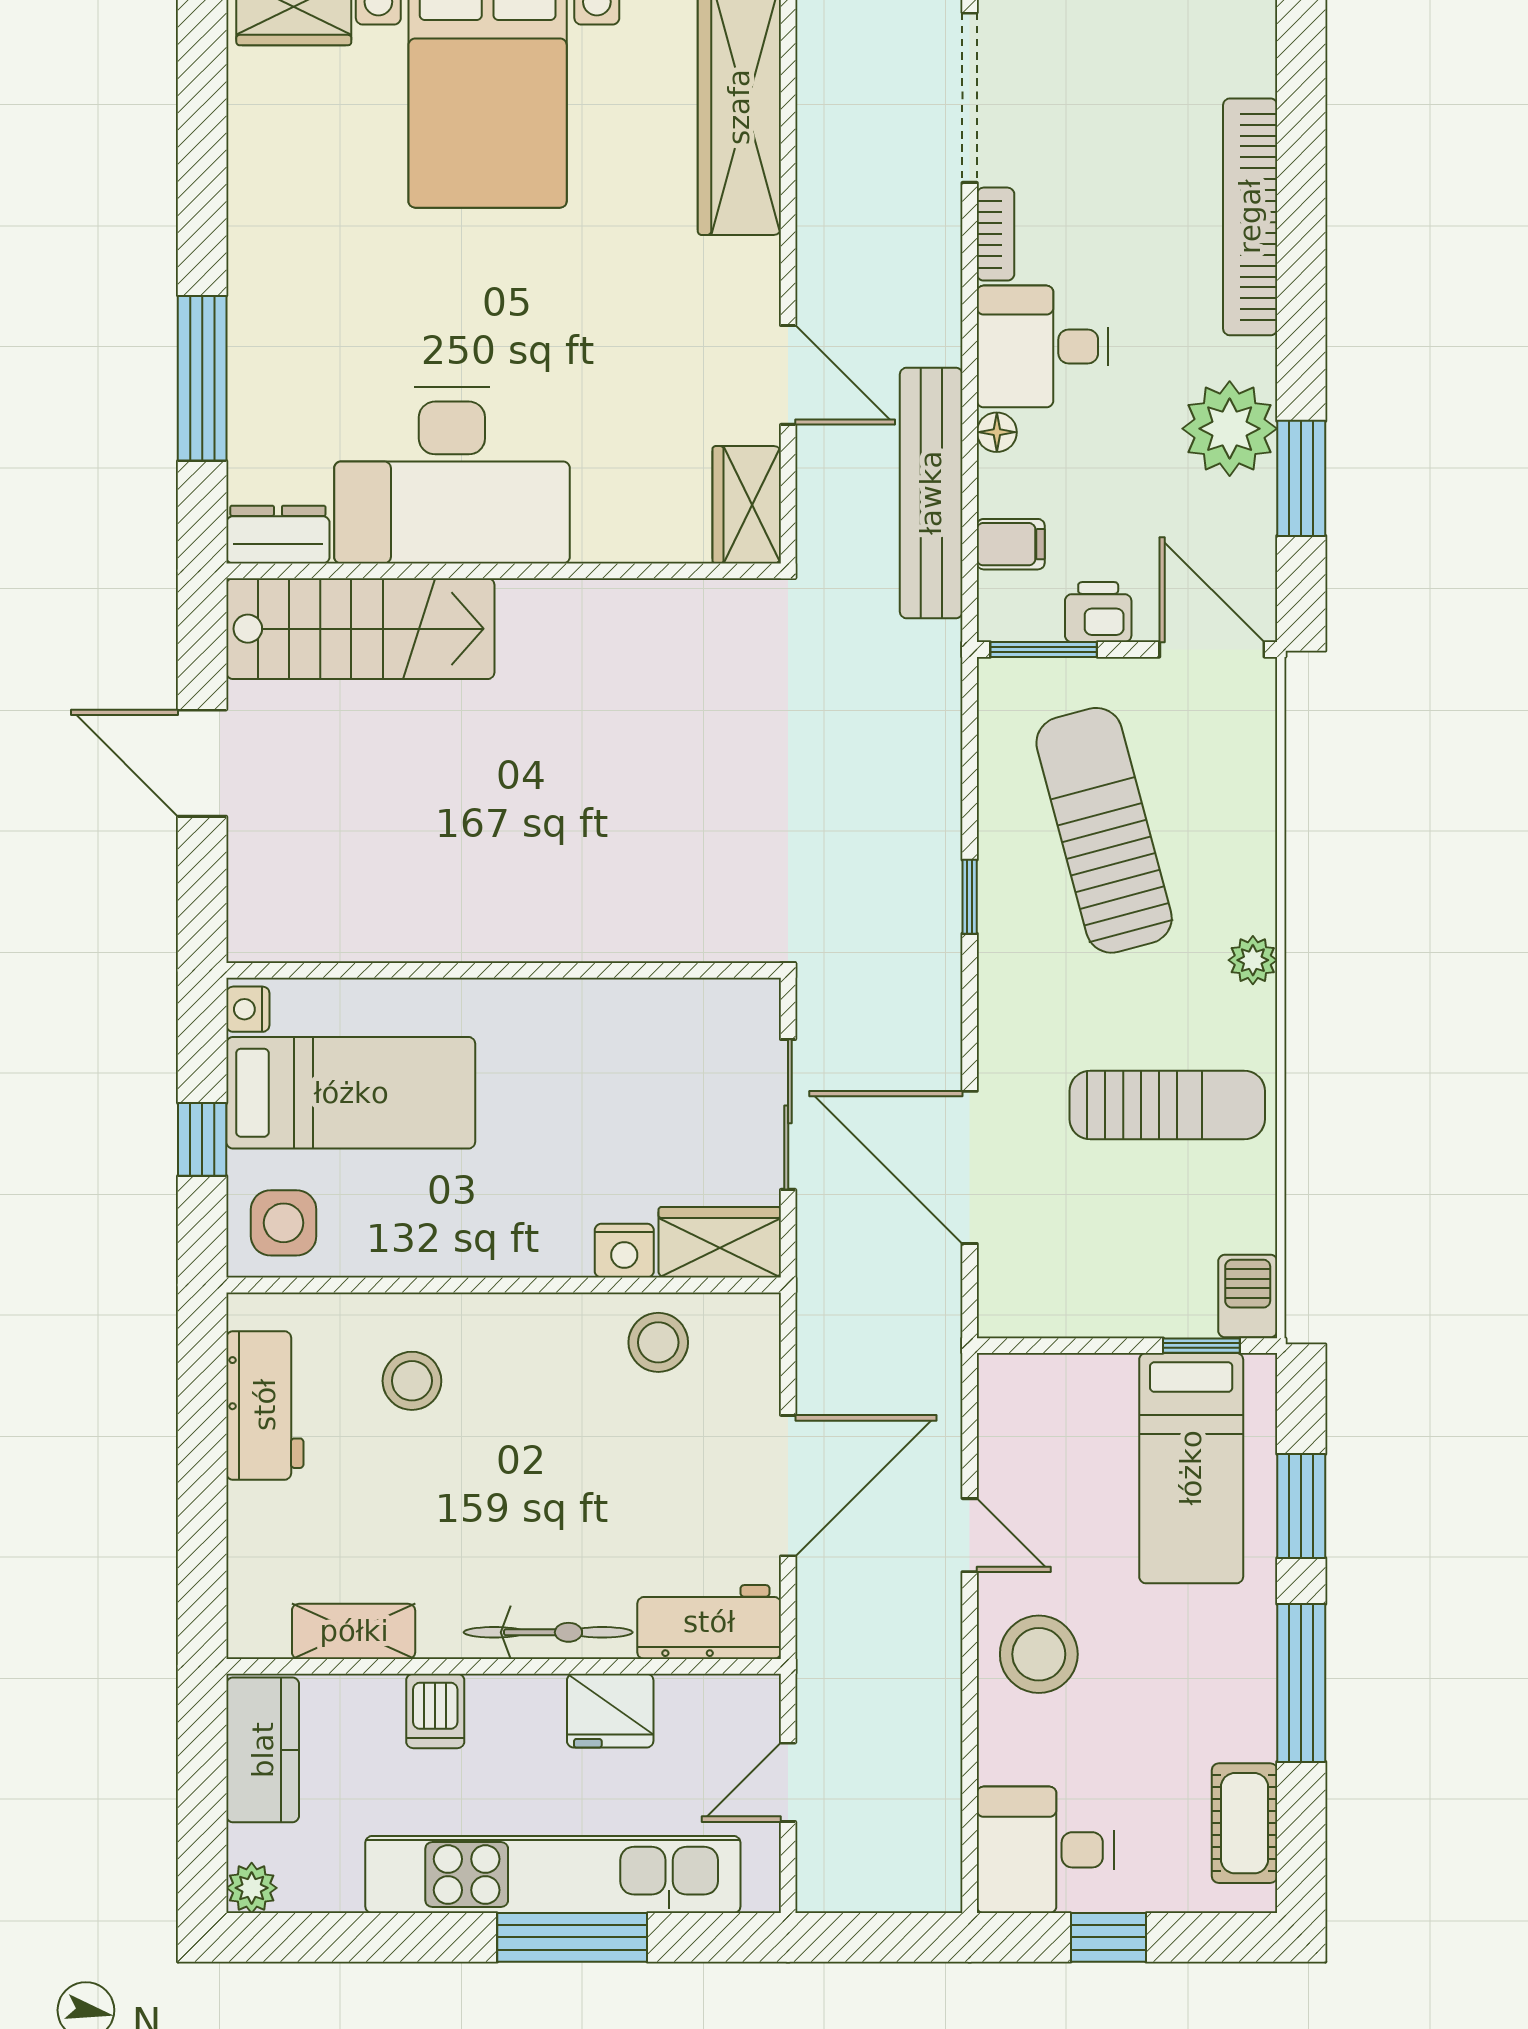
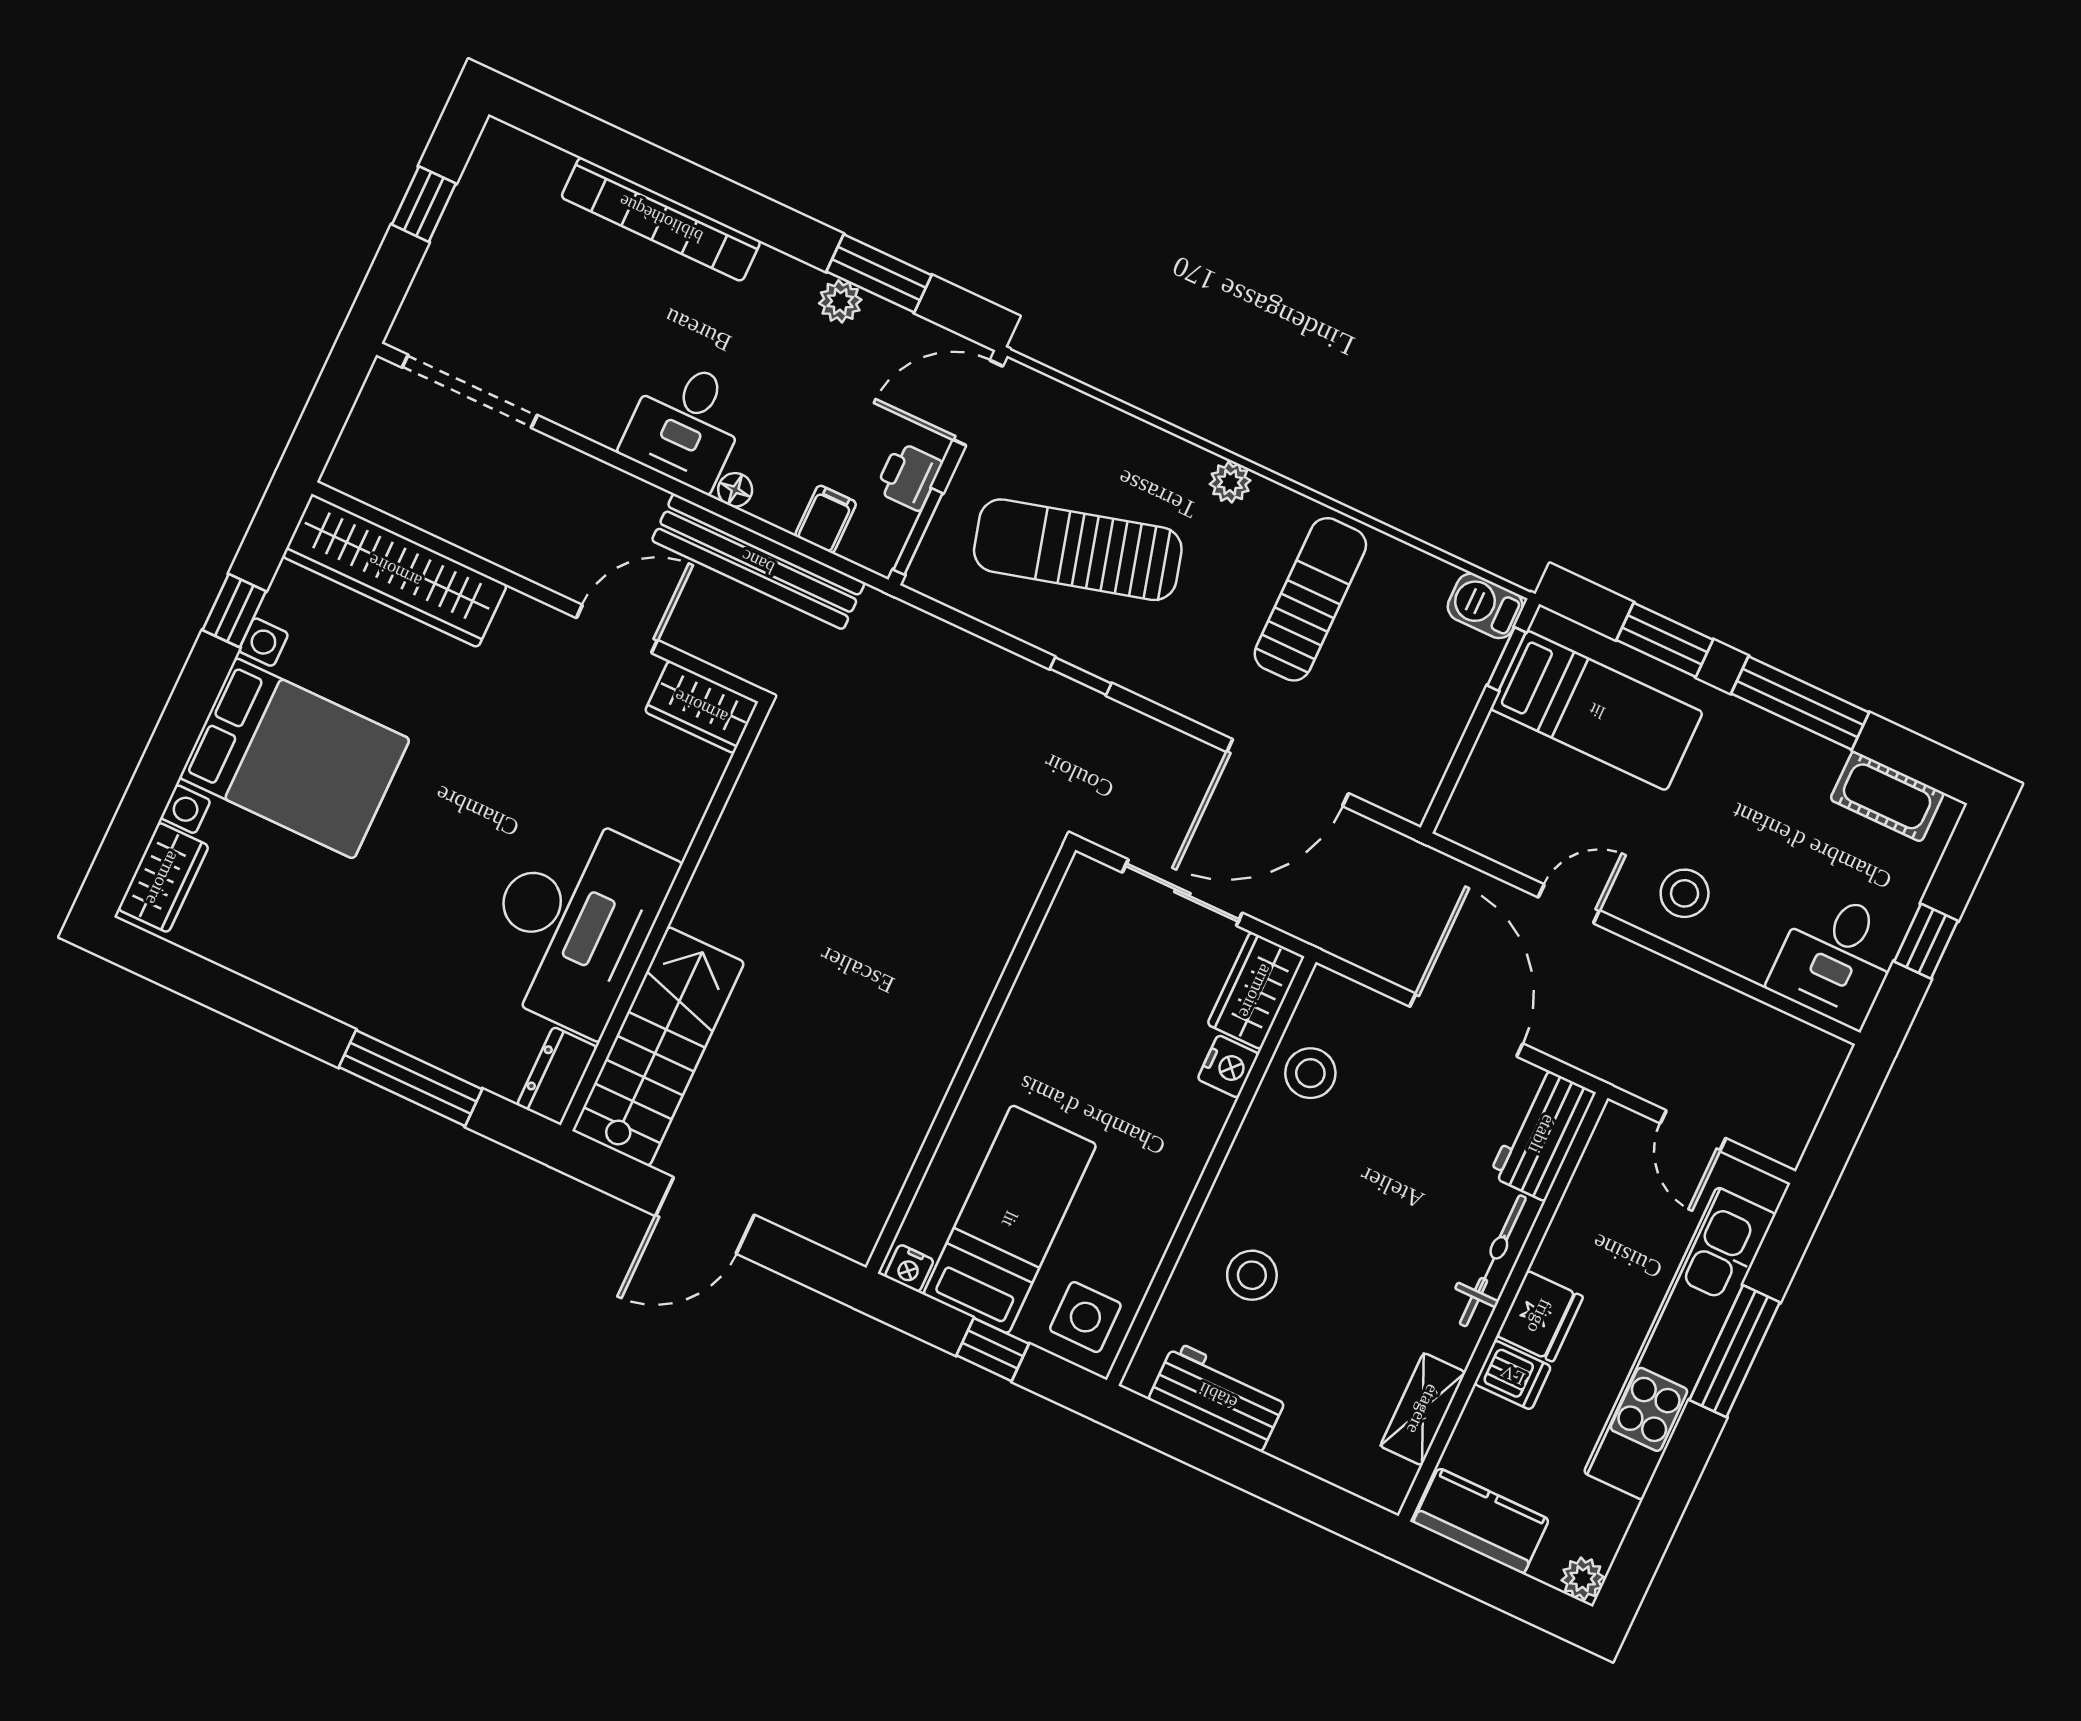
bookcase: (996, 234) -> (583, 420), removed
plant: (1230, 429) -> (840, 301), width x0.53, depth x0.53
stool: (1039, 1654) -> (1685, 893), width x0.73, depth x0.73
fridge: (610, 1711) -> (1540, 1316), moved

